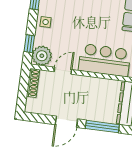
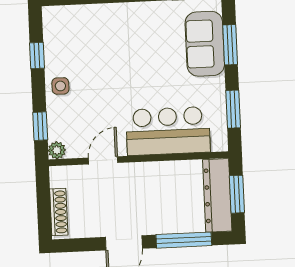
plant: (42, 56) -> (57, 150), width x0.53, depth x0.53
shoe rack: (33, 83) -> (59, 212), moved

